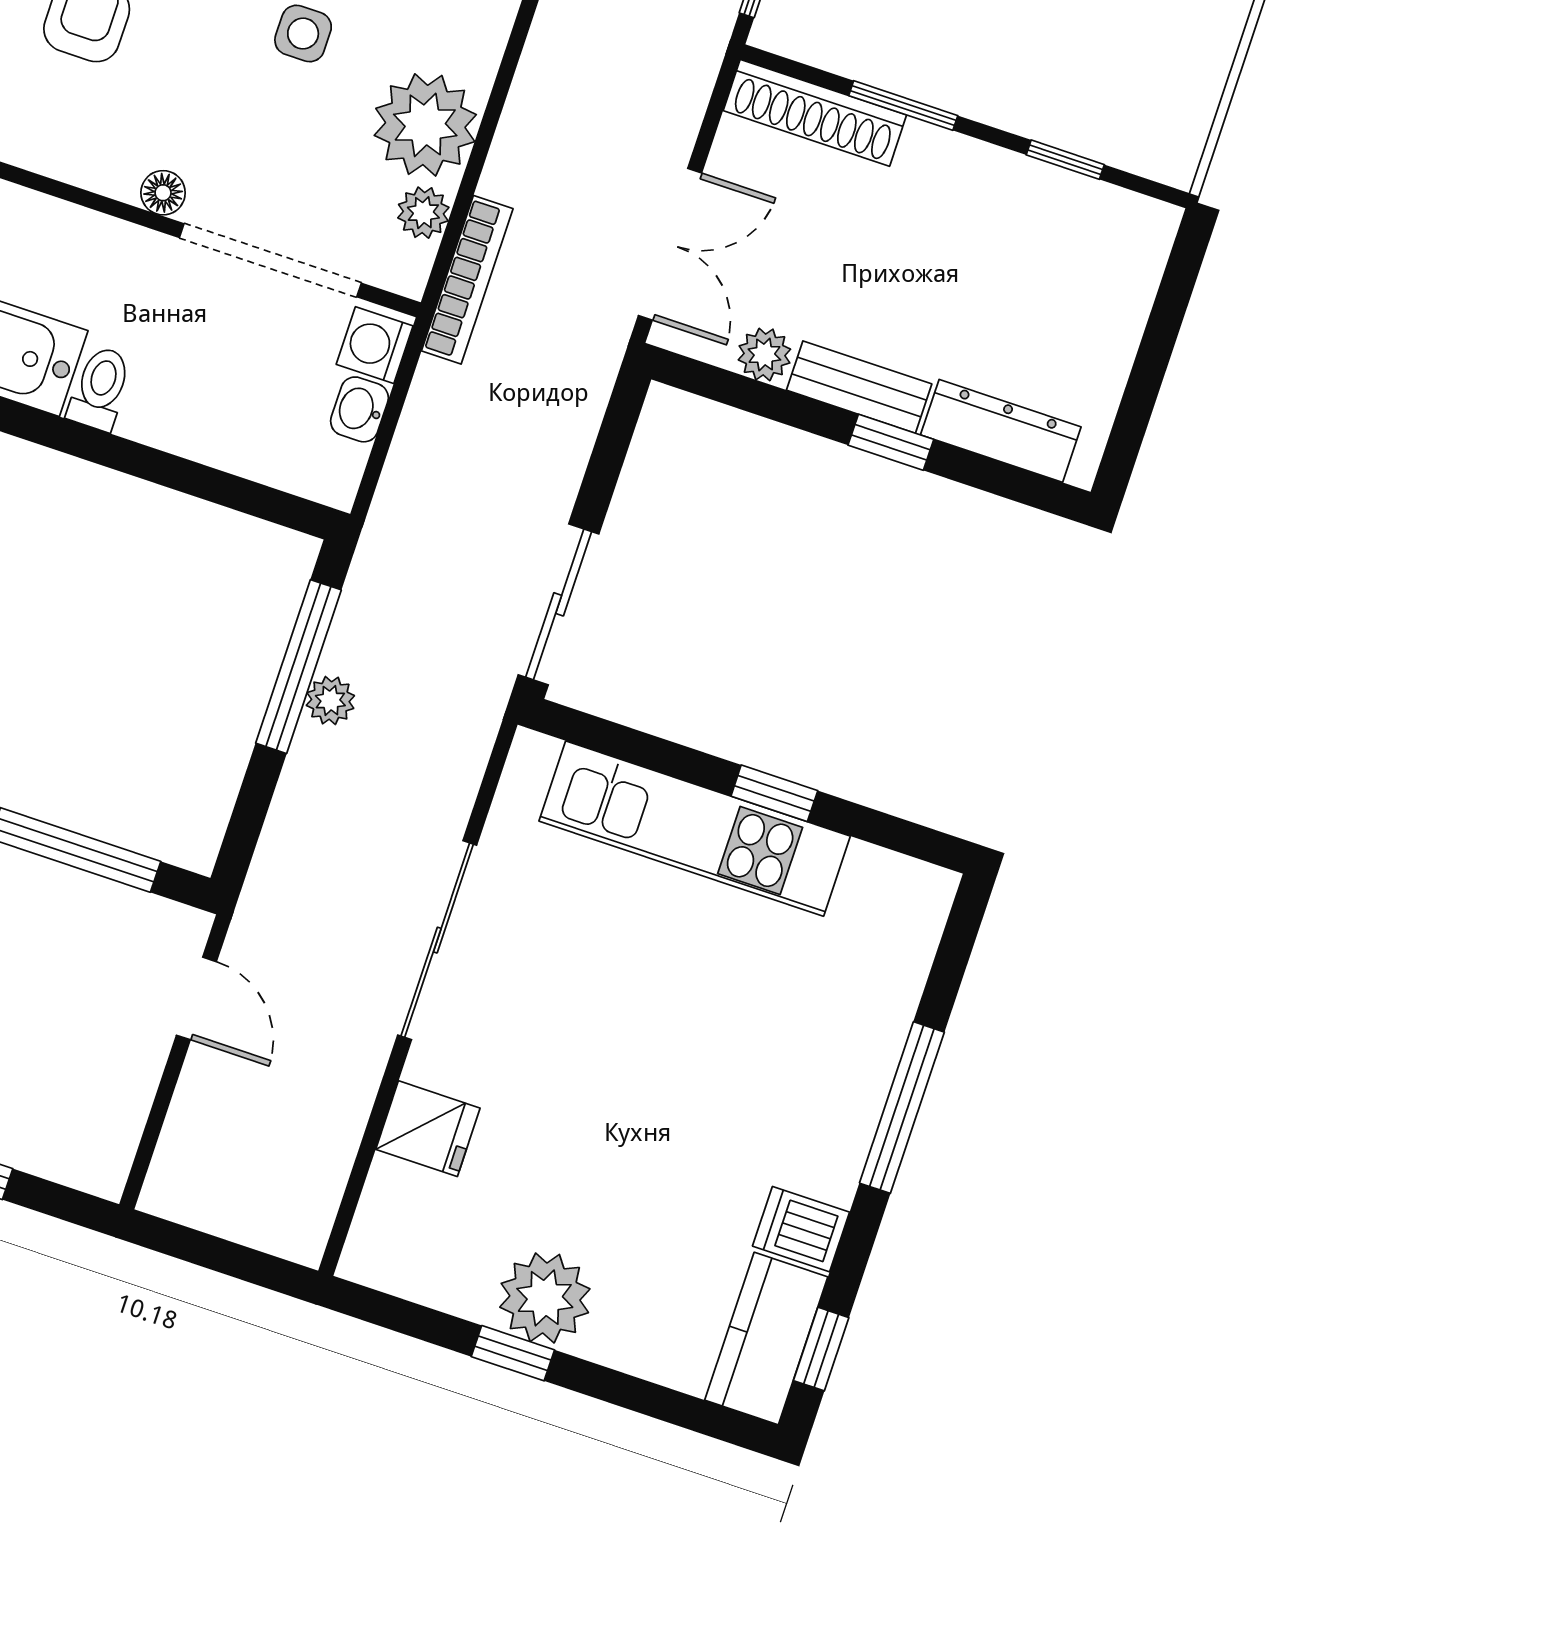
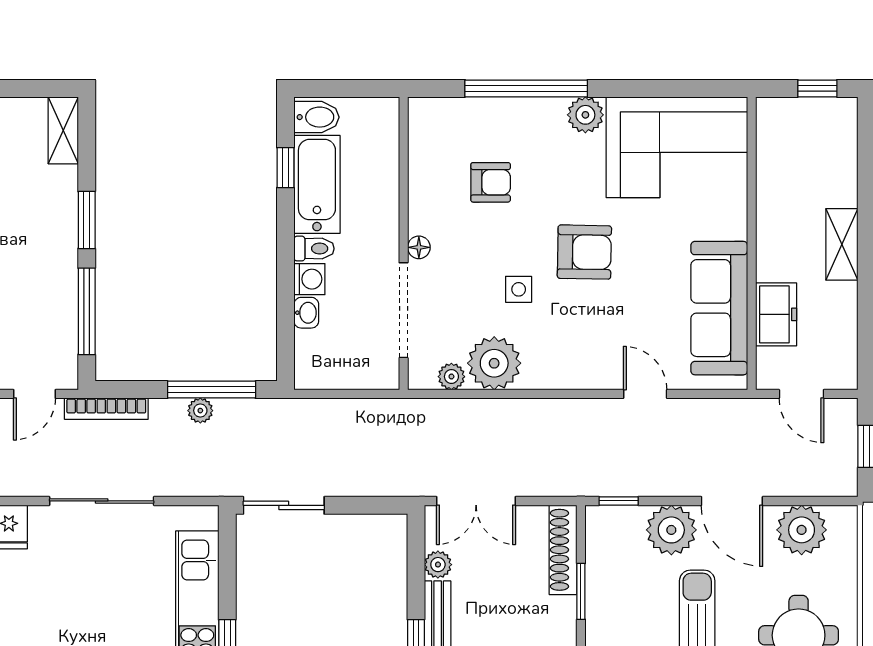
bookcase: (467, 280) -> (106, 409), moved
washing machine: (375, 345) -> (309, 279), moved, turned 90
washbasin: (359, 409) -> (306, 313), moved, turned 90

